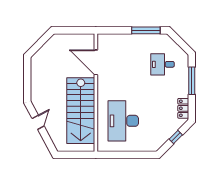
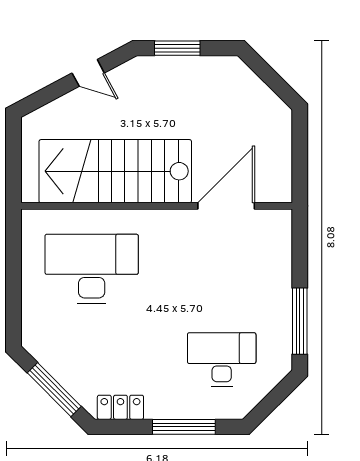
desk: (162, 64) -> (222, 359), width x1.37
window: (27, 84) -> (177, 48), added
window: (176, 137) -> (54, 390), width x2.17

